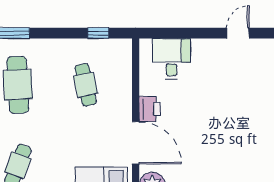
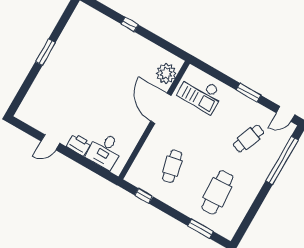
printer: (150, 109) -> (79, 145), moved, turned 90

